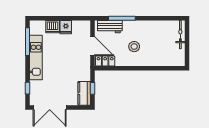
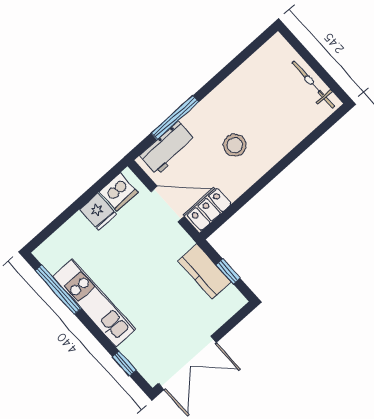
dishwasher: (53, 27) -> (119, 192), moved
bicycle: (180, 35) -> (313, 85), moved
kitchen counter: (84, 93) -> (205, 271), moved

